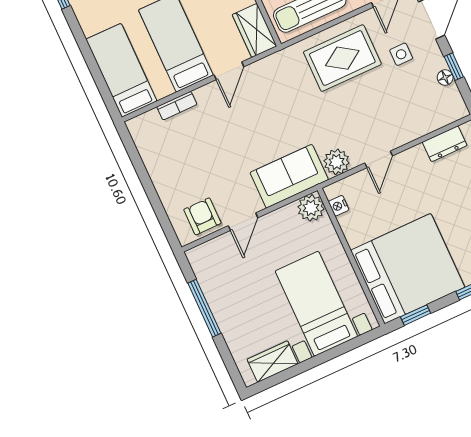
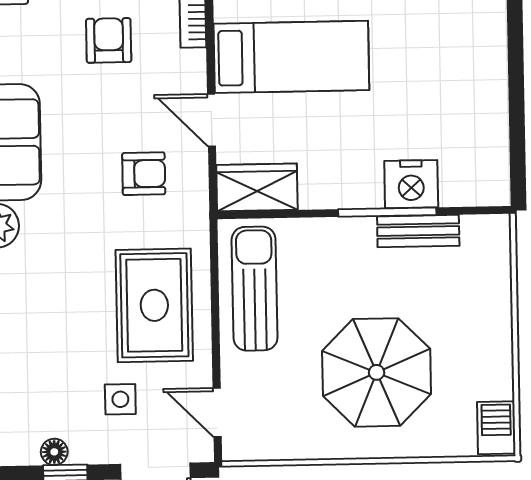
armchair: (274, 95) -> (144, 174), added
armchair: (210, 145) -> (109, 40), added

